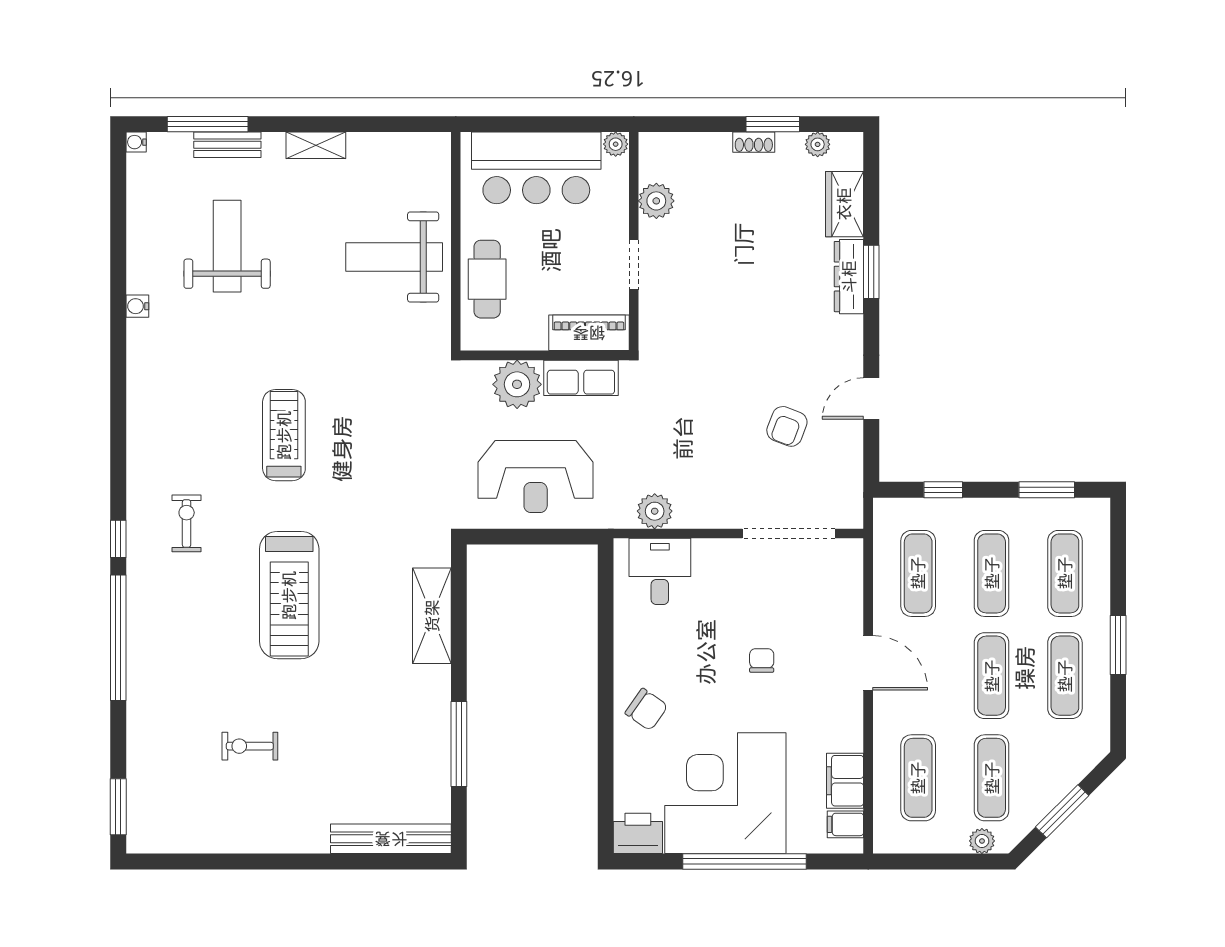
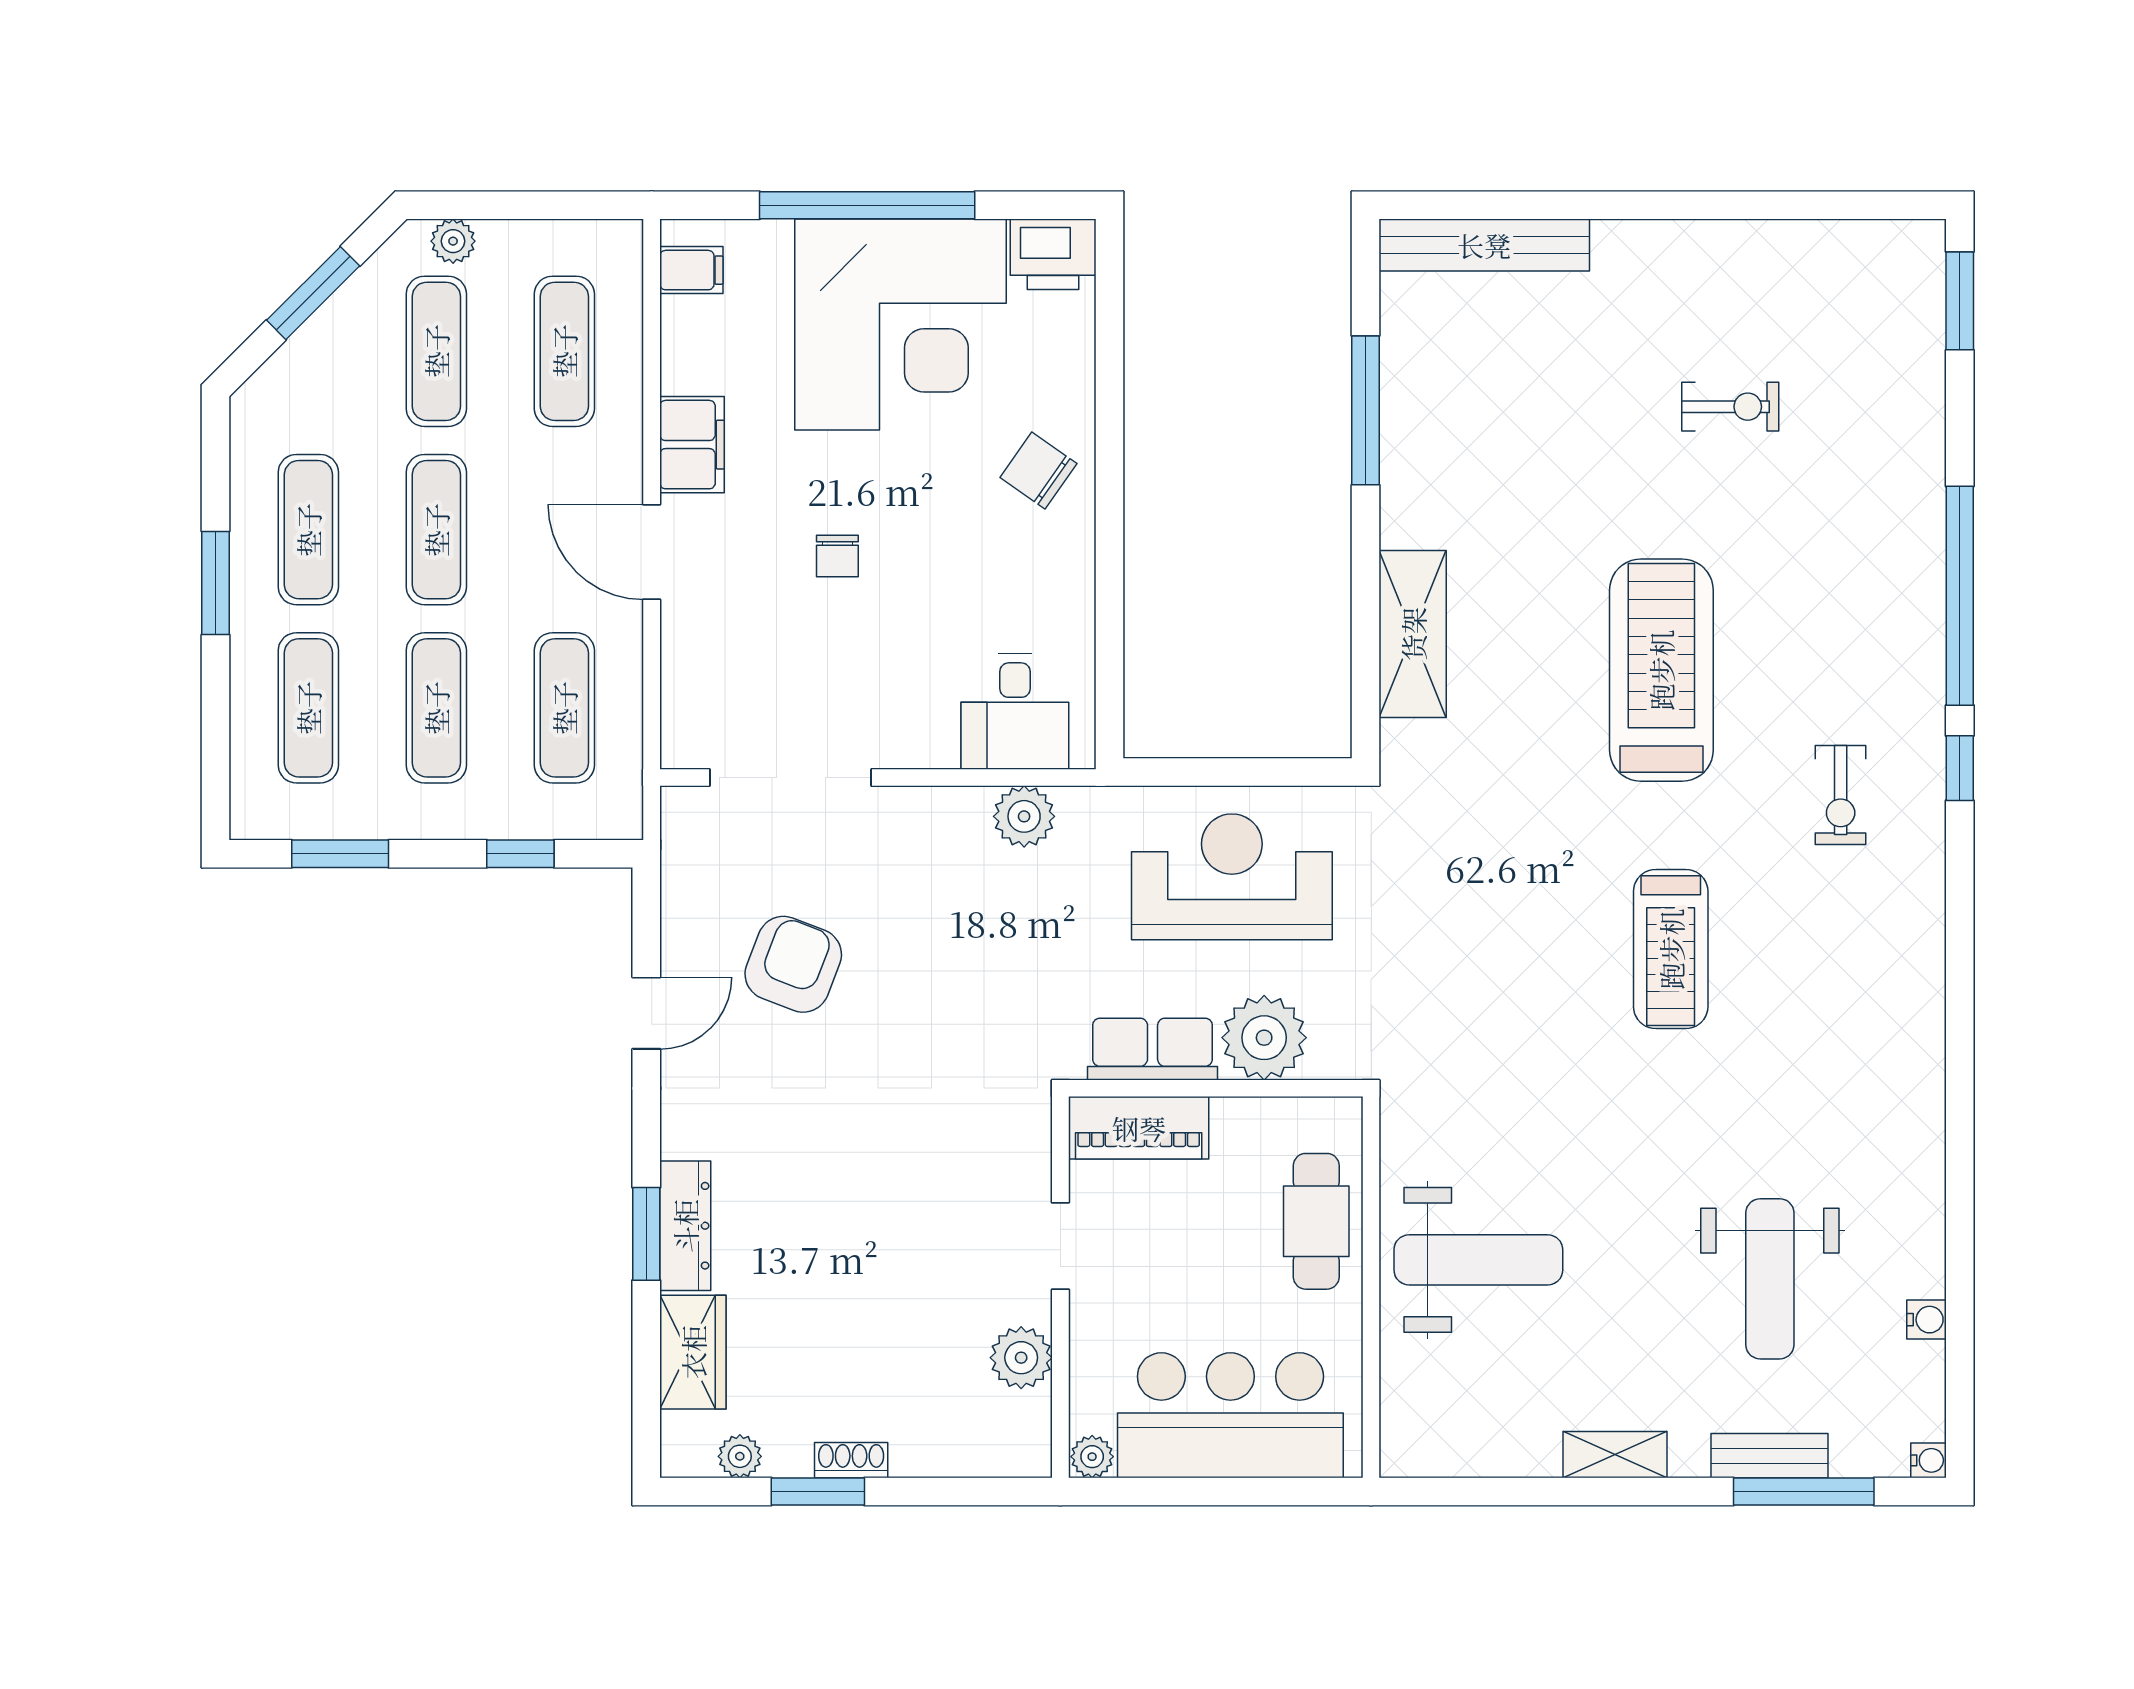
water cooler: (137, 306) -> (1926, 1320), moved
armchair: (787, 426) -> (793, 964), width x1.38, depth x1.38
filing cabinet: (845, 781) -> (692, 445), moved

